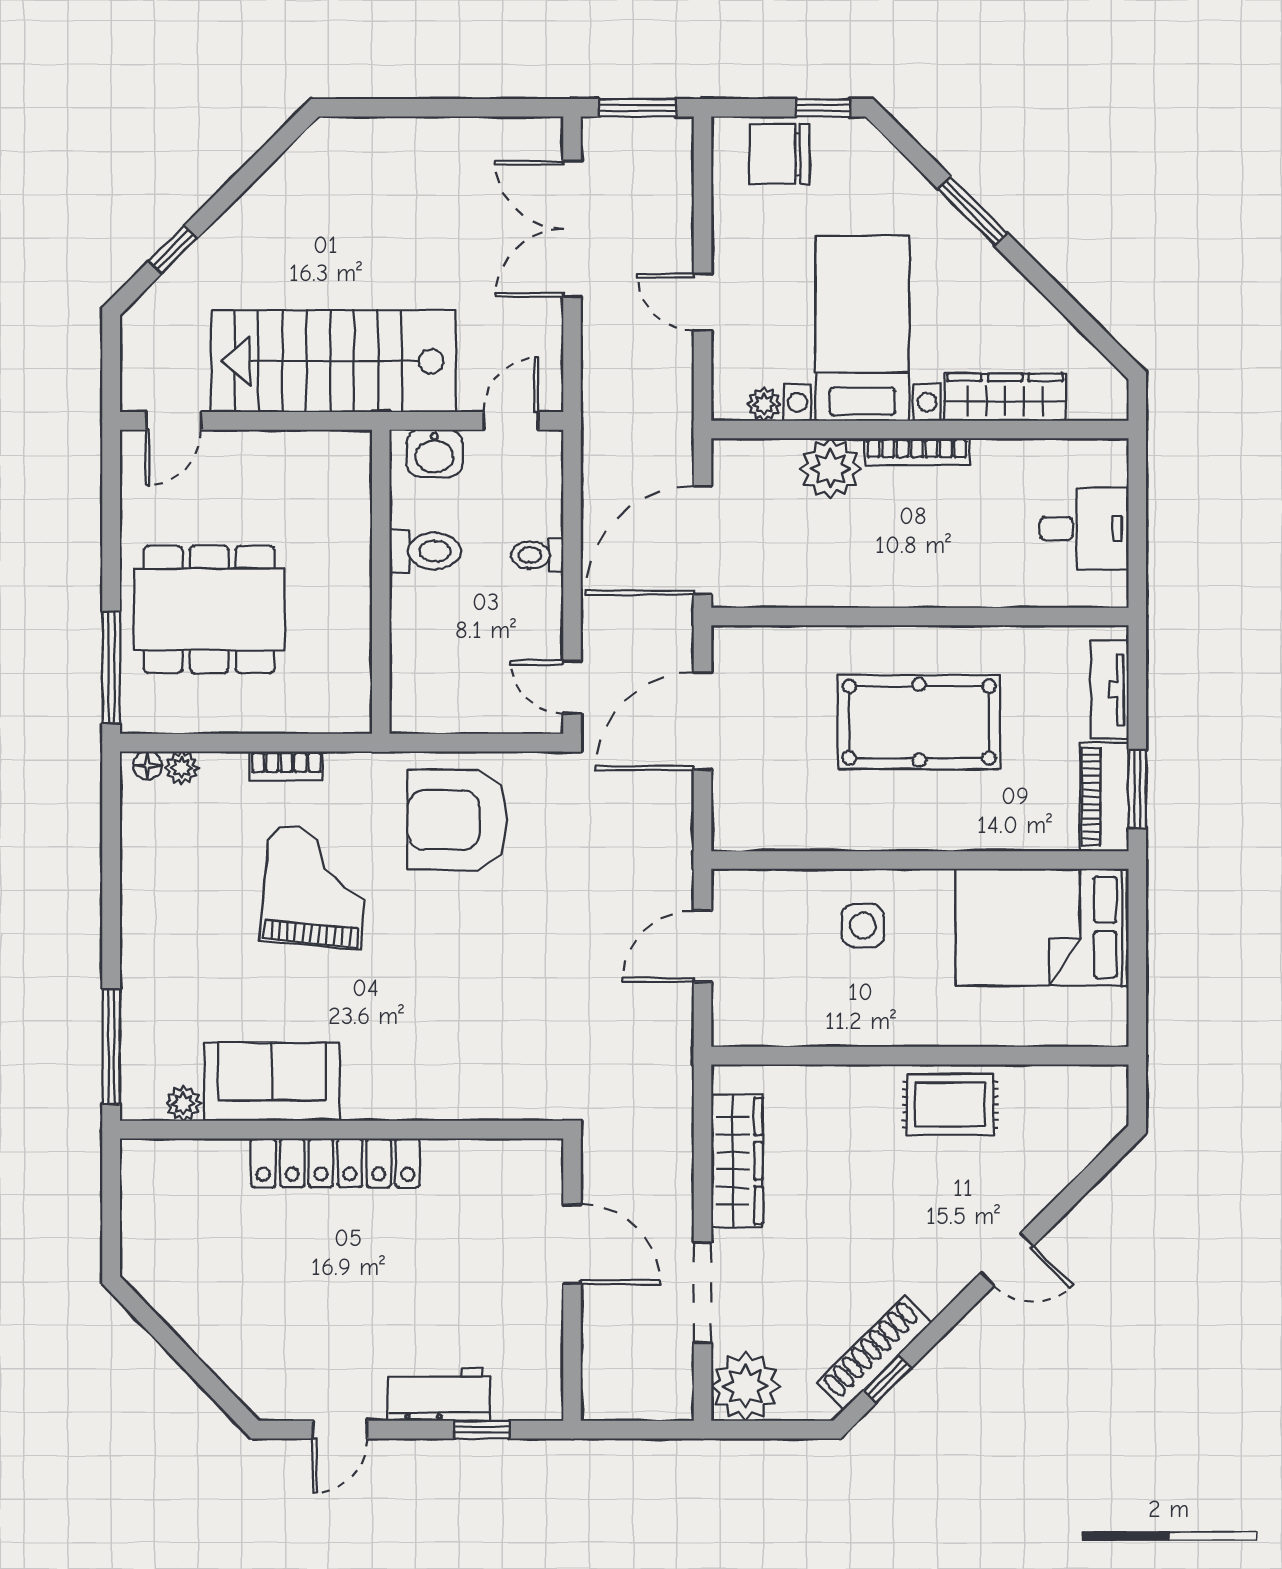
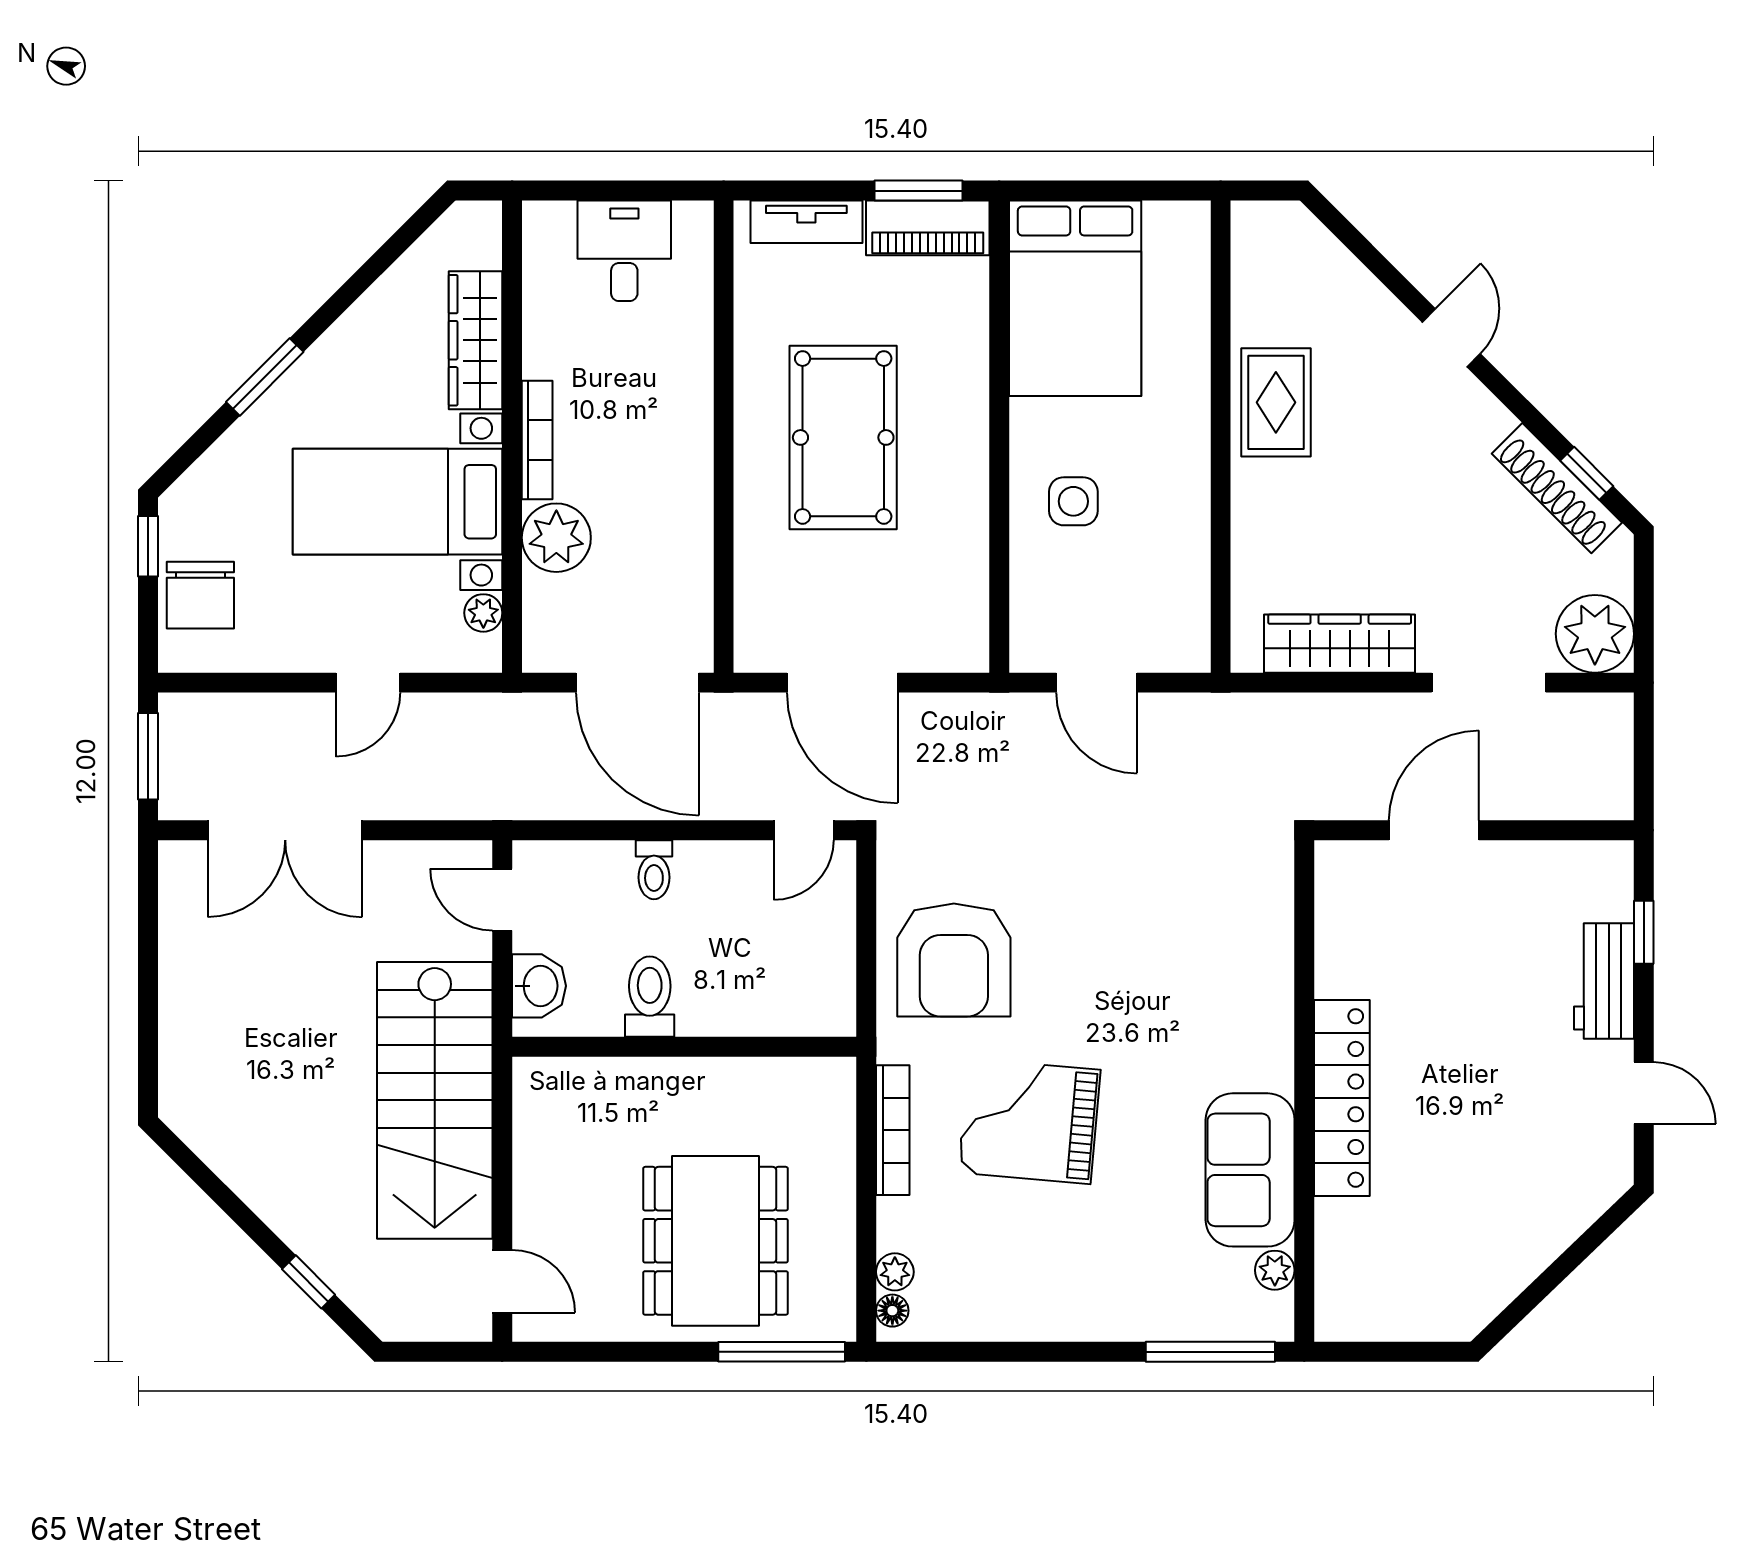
bookcase: (286, 766) -> (893, 1130), width x1.56

